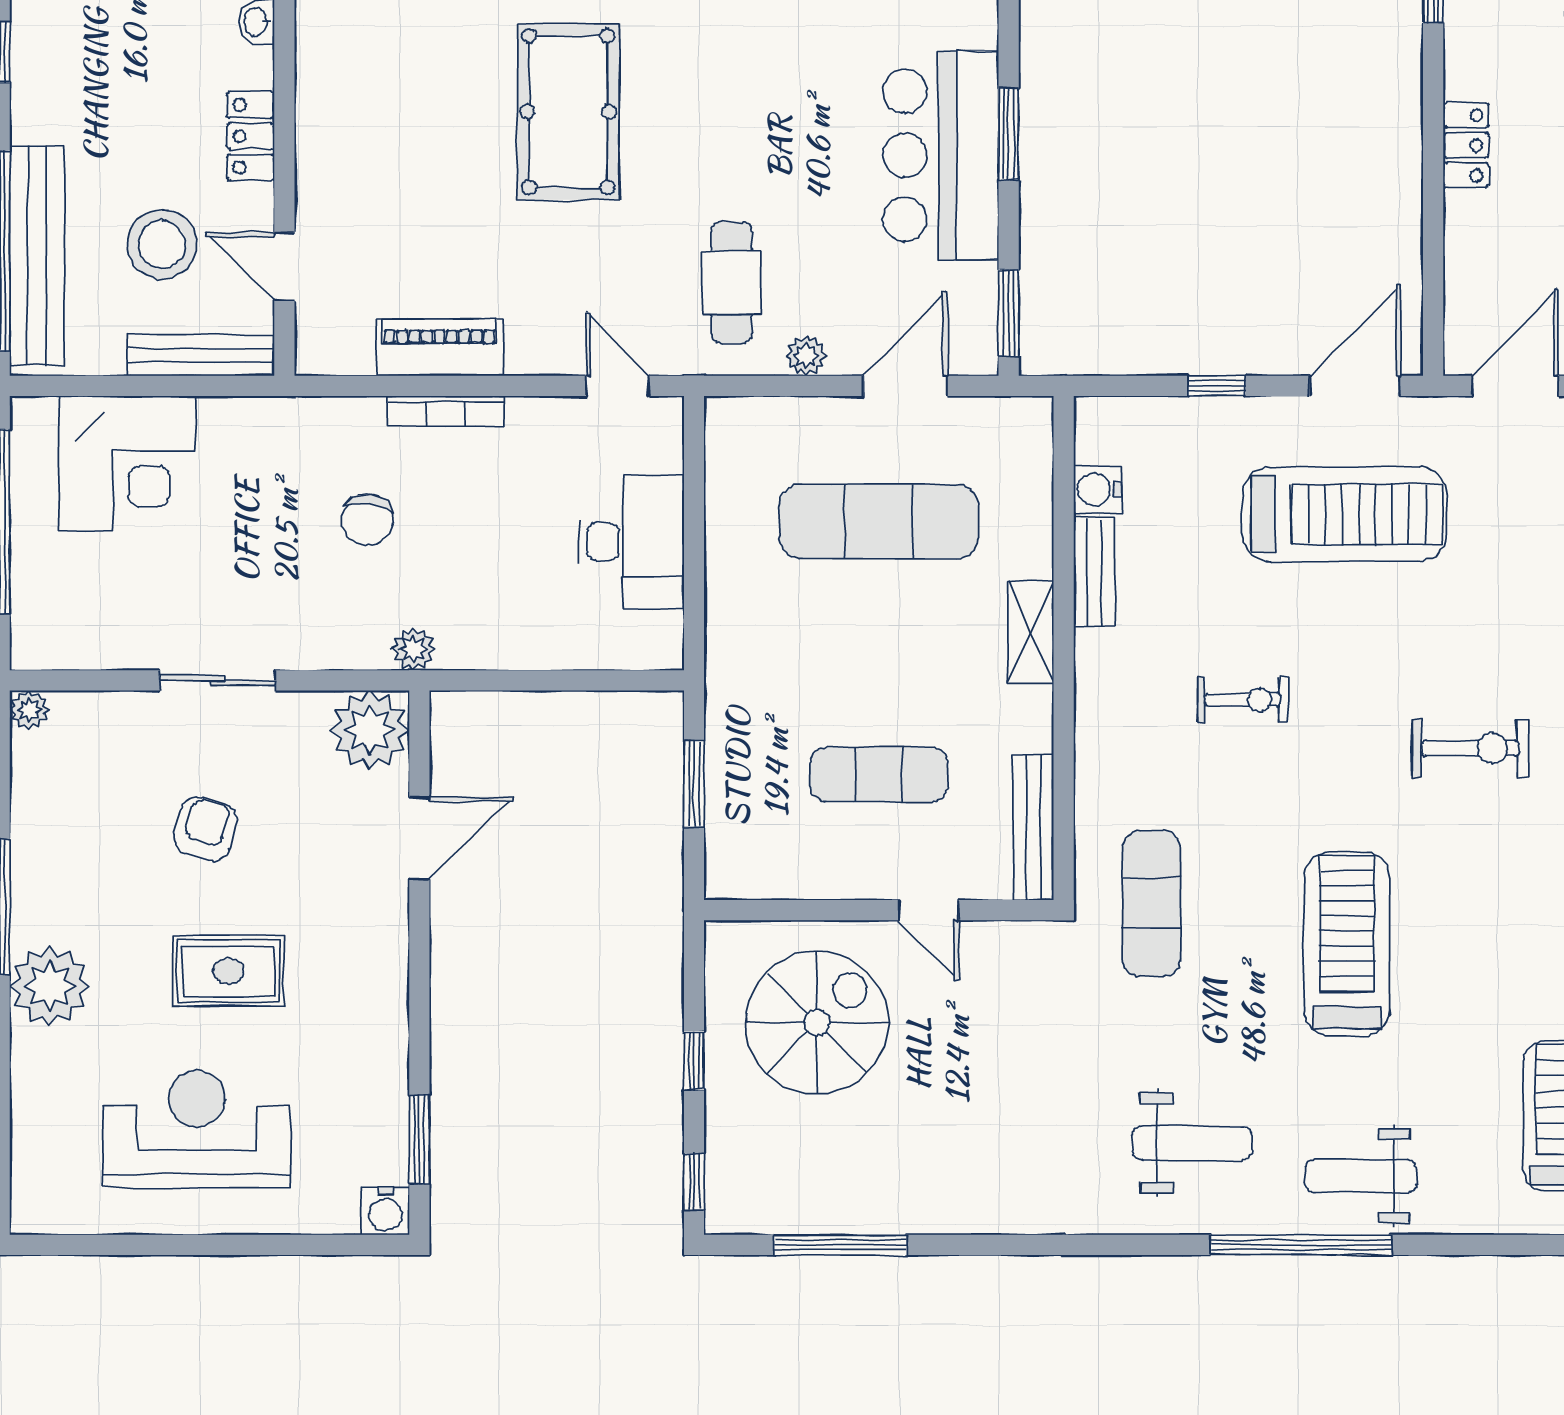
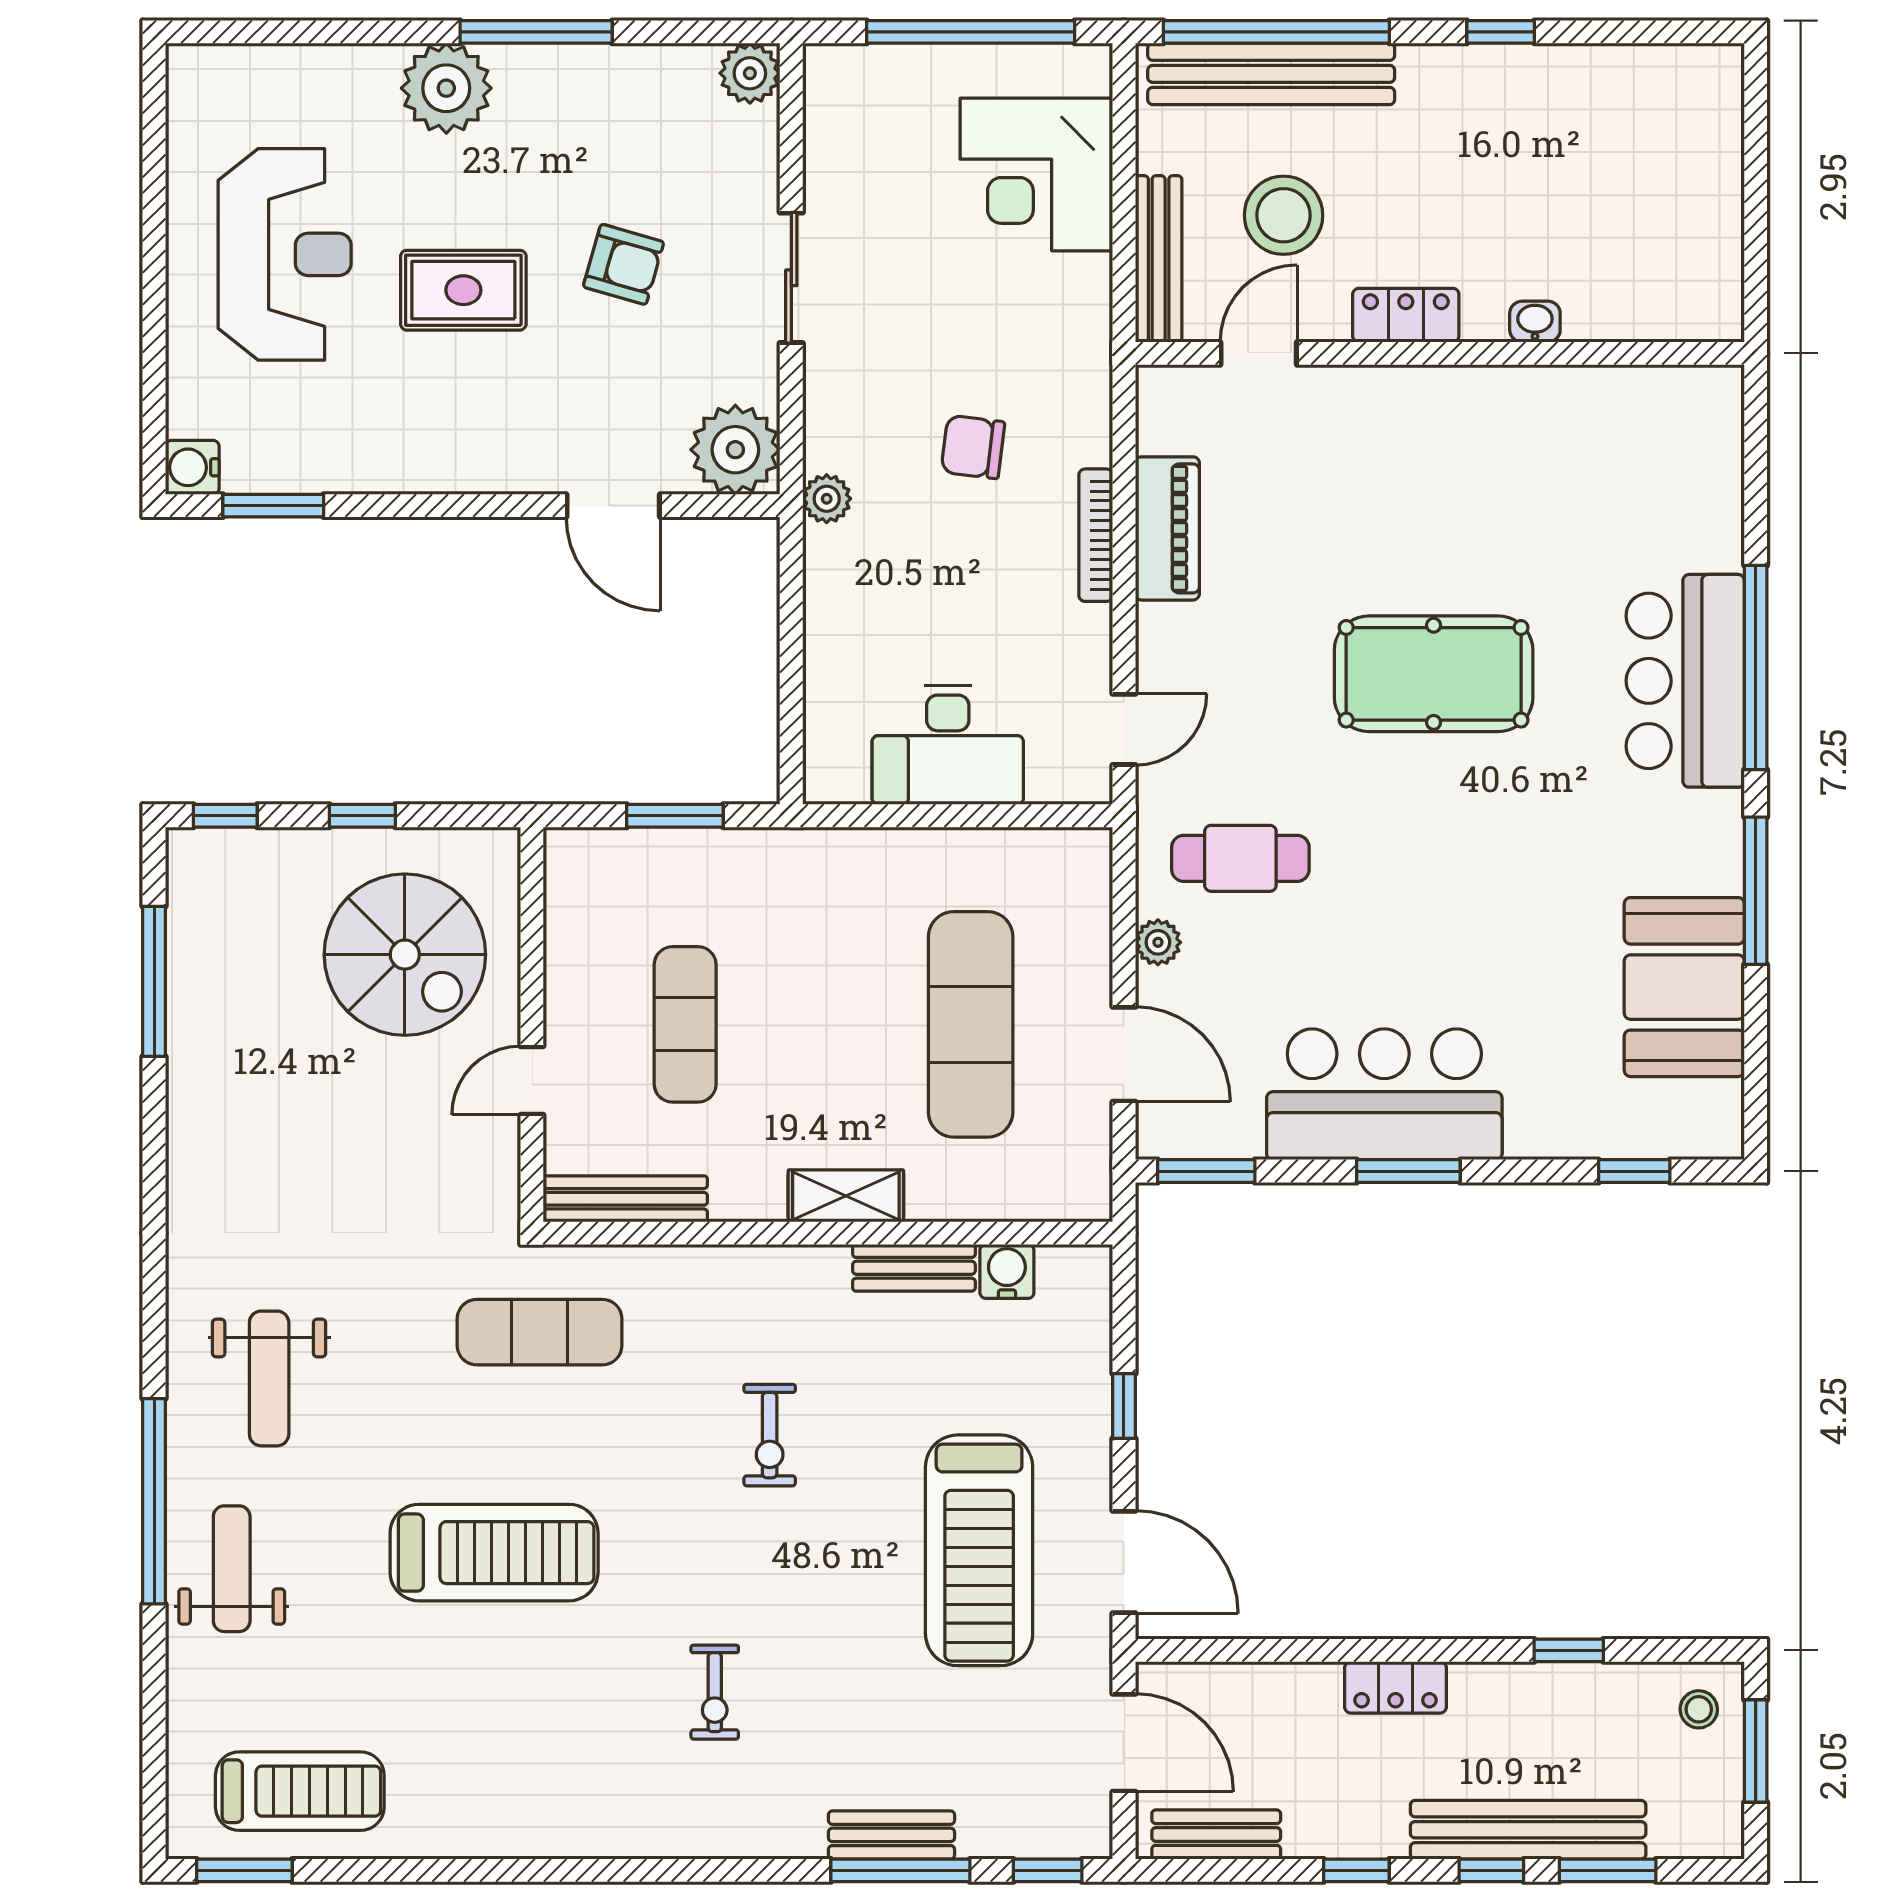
plant: (29, 710) -> (750, 73), width x1.38, depth x1.38
exercise bike: (1470, 748) -> (715, 1692), width x0.73, depth x0.72
rug: (229, 971) -> (463, 290), turned 90

